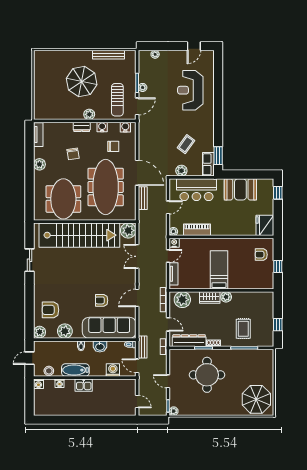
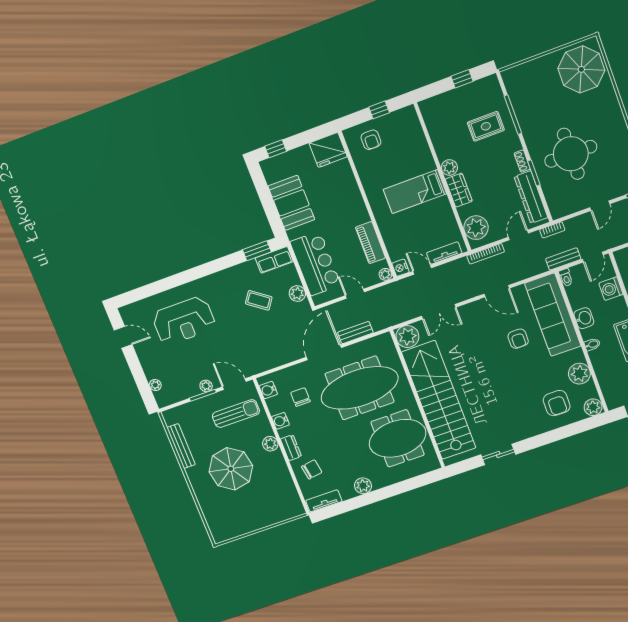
chair: (73, 154) -> (312, 469), moved

